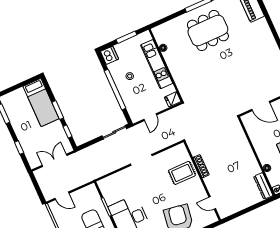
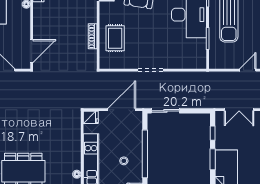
door: (150, 117) -> (122, 110), width x1.88
door: (245, 132) -> (32, 51), added
rug: (182, 173) -> (115, 38), turned 90
door: (62, 196) -> (248, 70), hinge flipped

